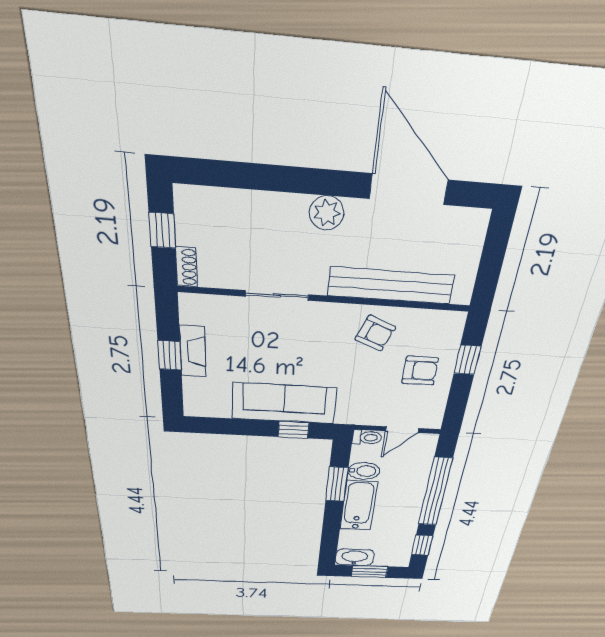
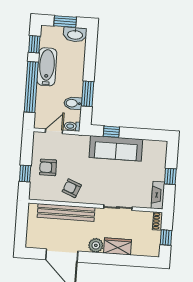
wardrobe: (275, 210) -> (118, 246), added
fireplace: (193, 351) -> (158, 195), moved
bathtub: (359, 506) -> (47, 67), moved, turned 180

